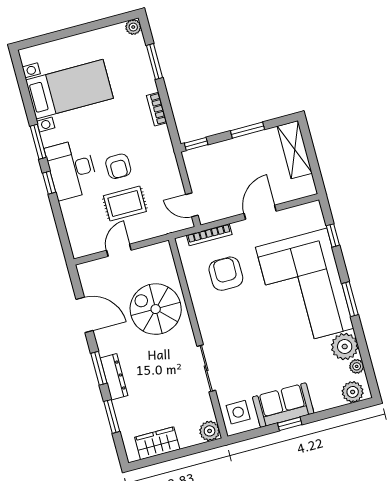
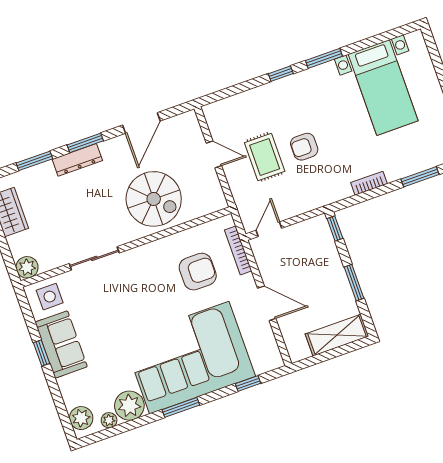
desk: (72, 169) -> (297, 97), removed
spiral stairs: (156, 309) -> (154, 199), turned 90

